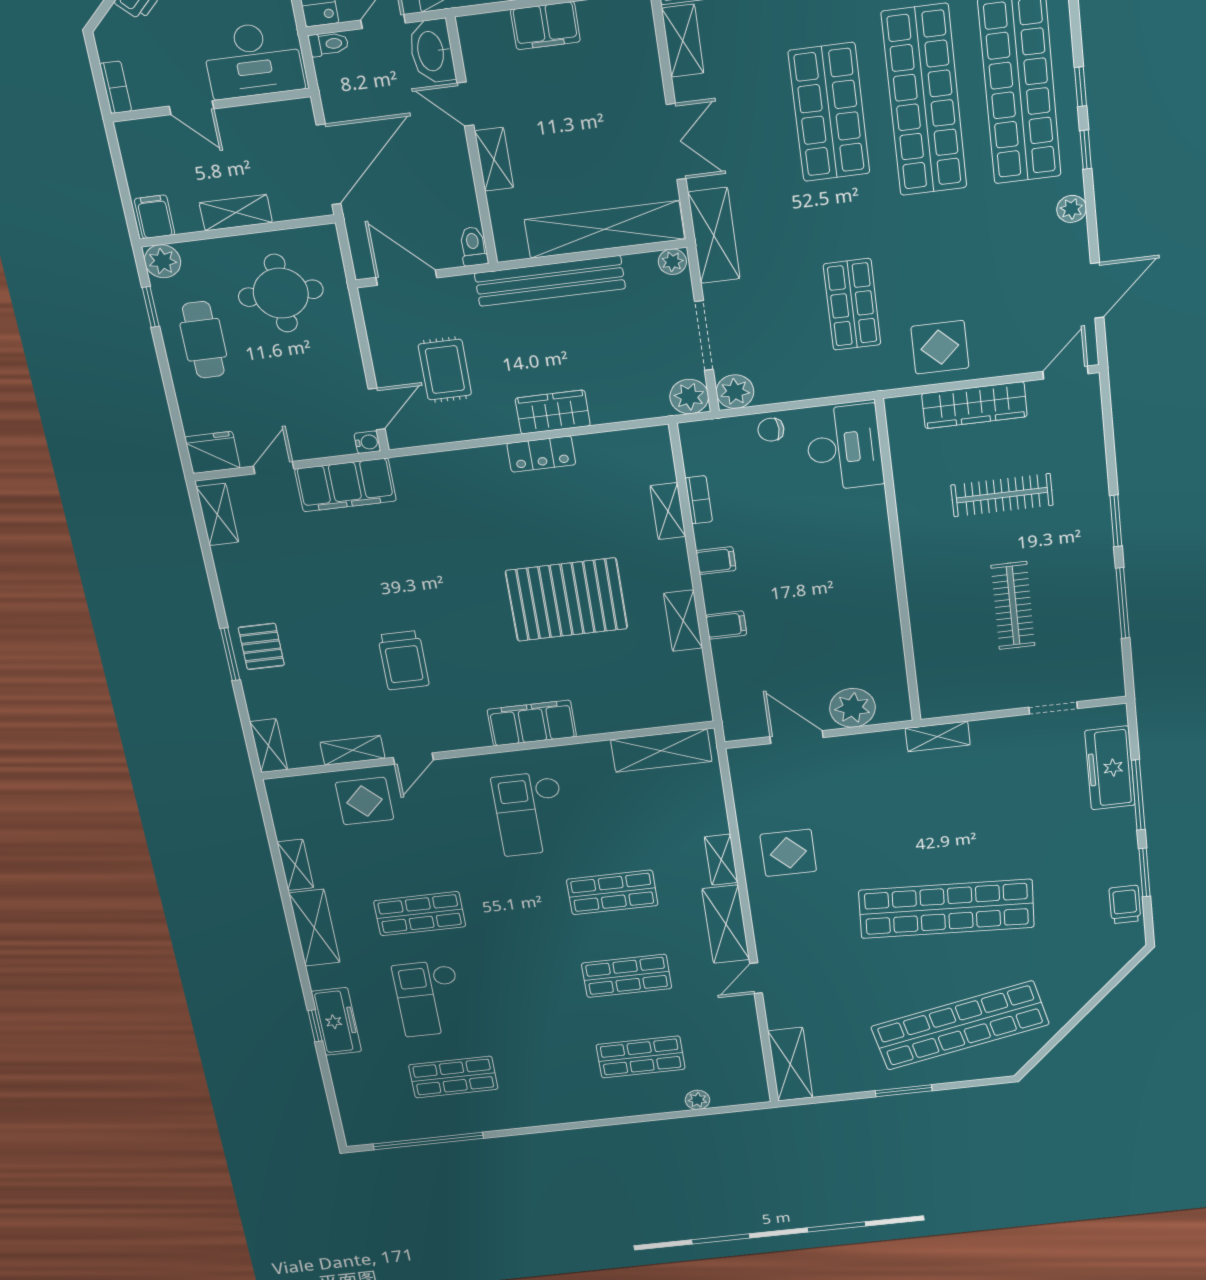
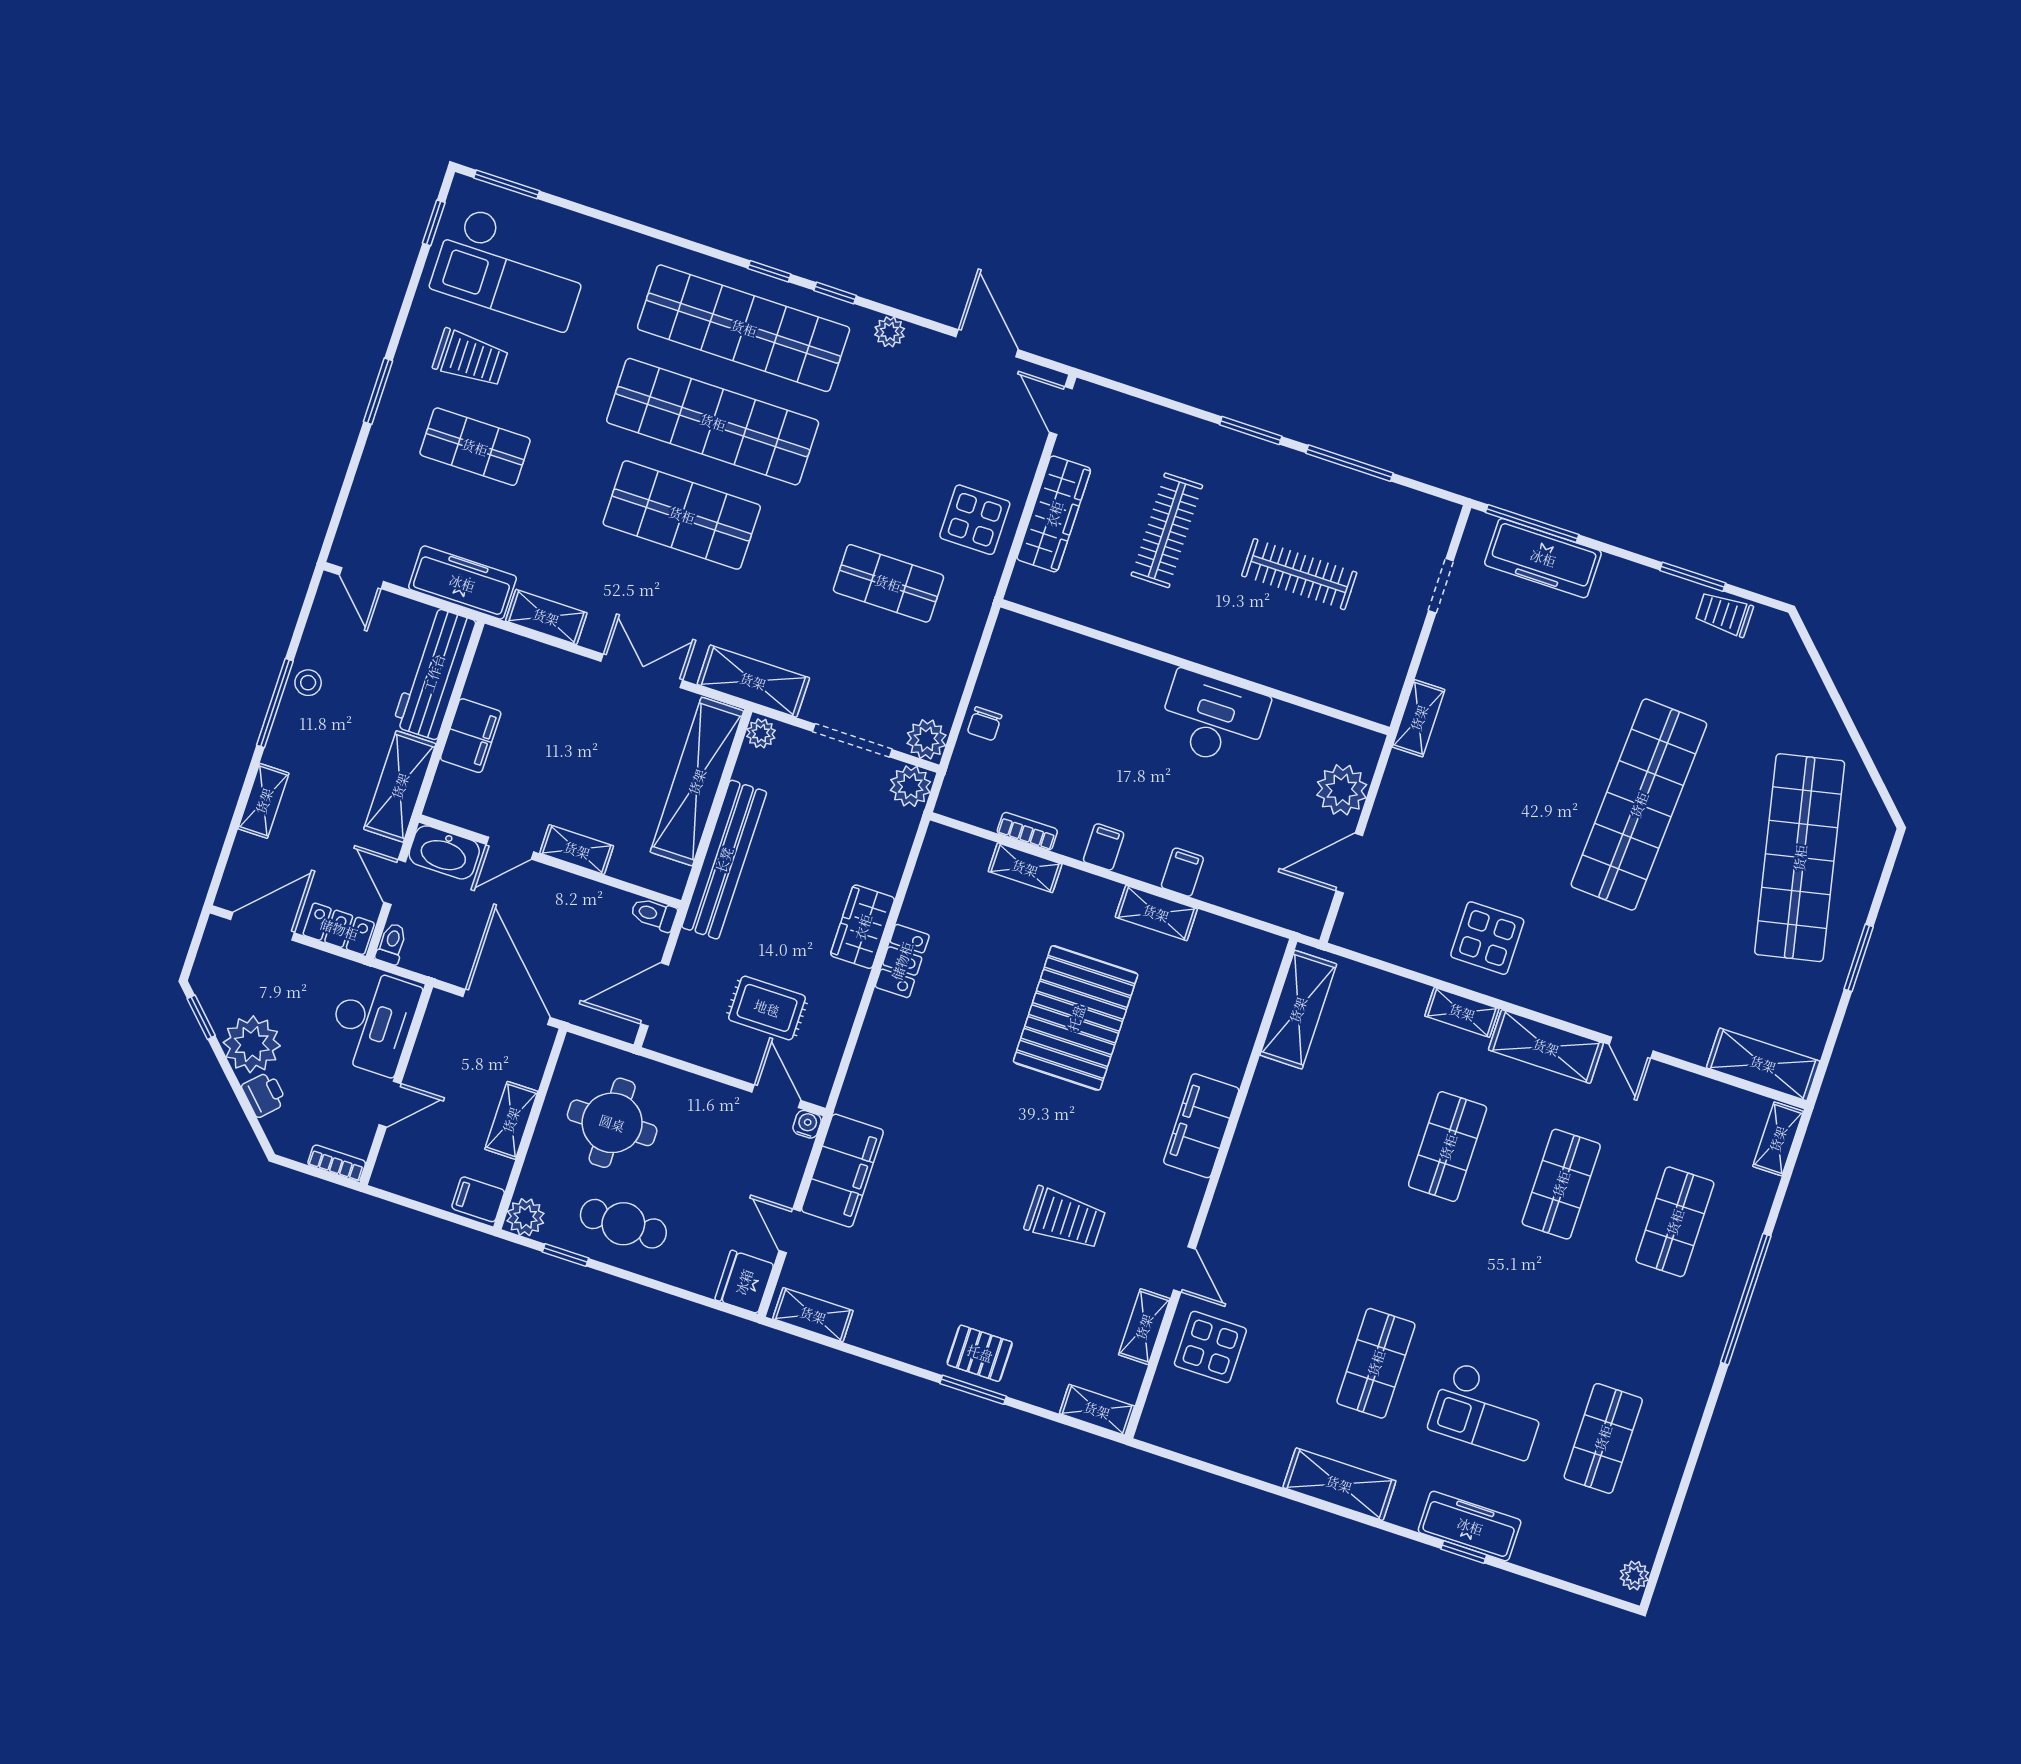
desk: (844, 448) -> (1213, 719), moved
window: (1138, 795) -> (1532, 524), moved
checkout: (531, 814) -> (1309, 1183), removed
shelving: (295, 865) -> (1778, 1139), moved, turned 90
plant: (697, 1100) -> (1634, 1576), moved
window: (428, 1141) -> (1746, 1299), moved

